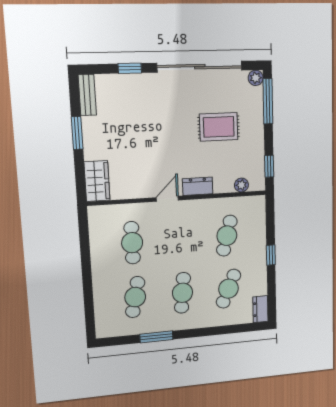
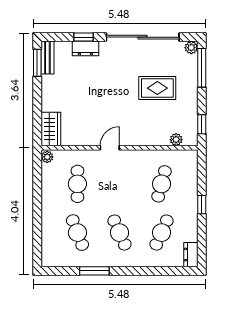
window: (77, 133) -> (37, 63), moved
dresser: (198, 186) -> (85, 48), moved, turned 180
plant: (95, 214) -> (47, 157), added
cafe table: (182, 293) -> (119, 233), turned -30
cafe table: (135, 297) -> (77, 233), turned -33

